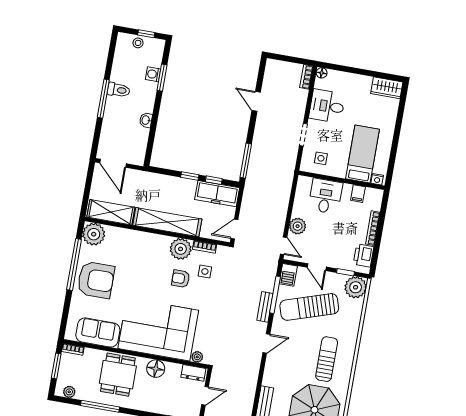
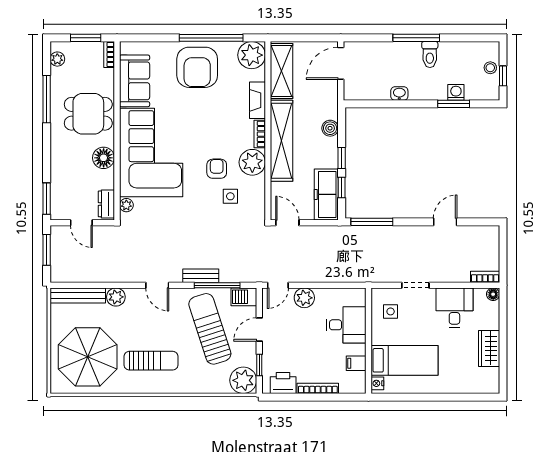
wardrobe: (387, 88) -> (489, 348), moved
boiler: (164, 181) -> (330, 128), added
fireplace: (131, 236) -> (257, 100), added
bookcase: (205, 247) -> (260, 134), moved
plant: (270, 378) -> (116, 297), added

